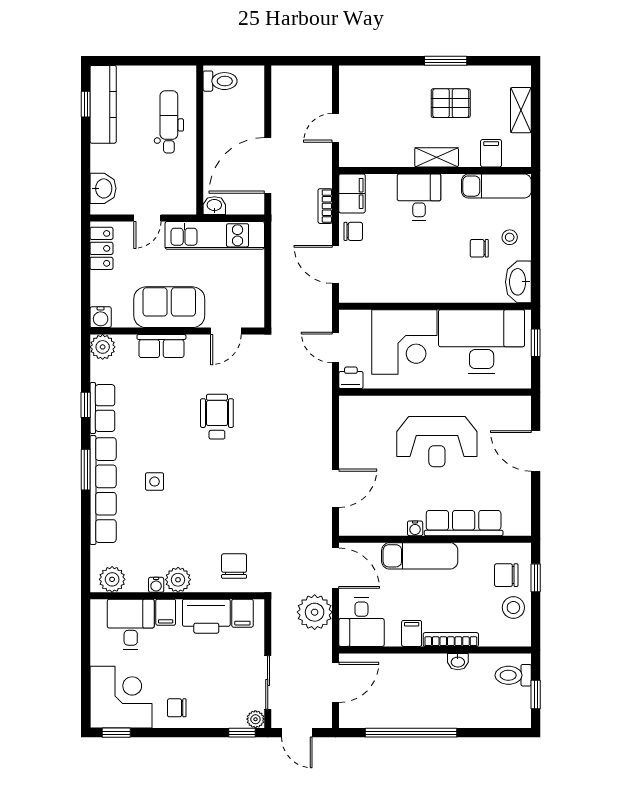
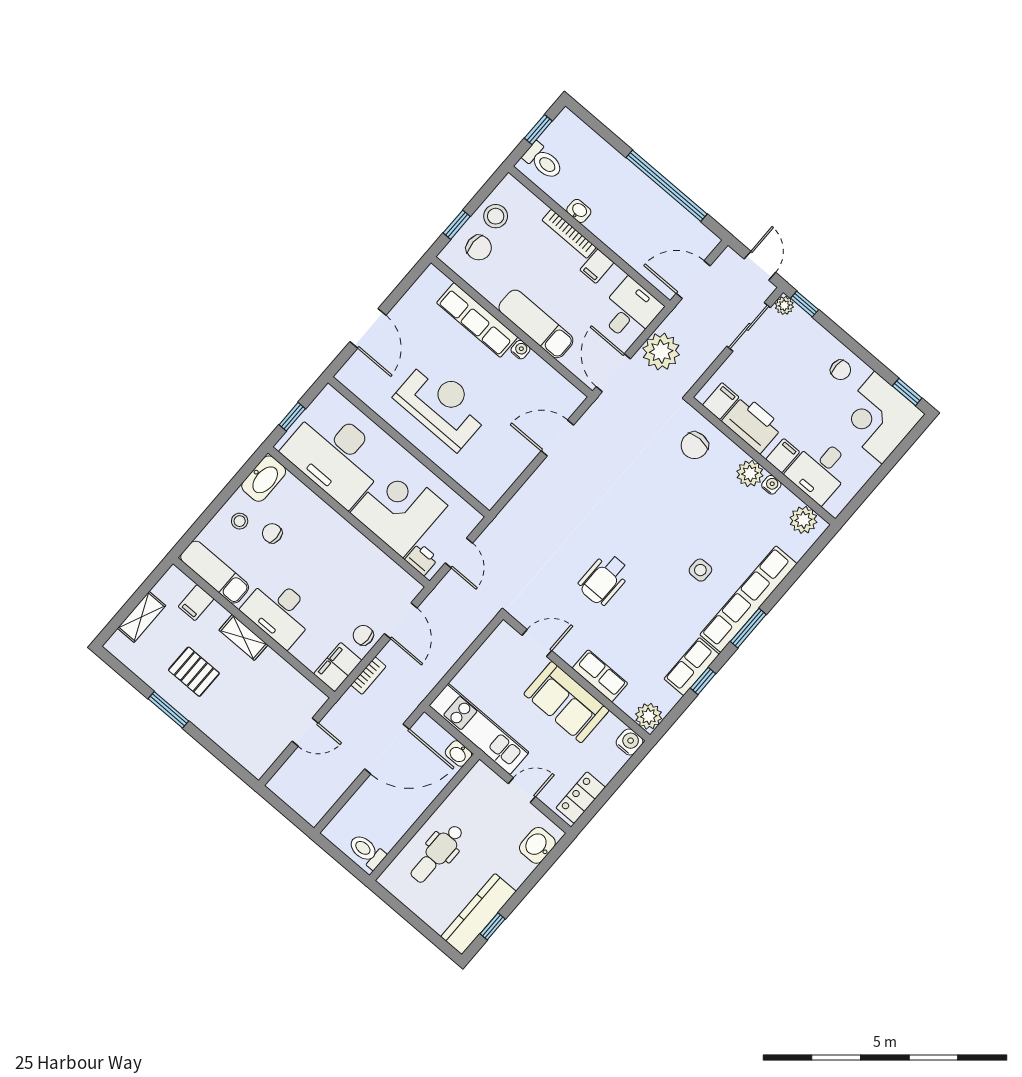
desk: (419, 197) -> (279, 612), width x1.37
chair: (479, 248) -> (272, 533), turned 180
printer: (351, 378) -> (422, 559), moved, turned 180

